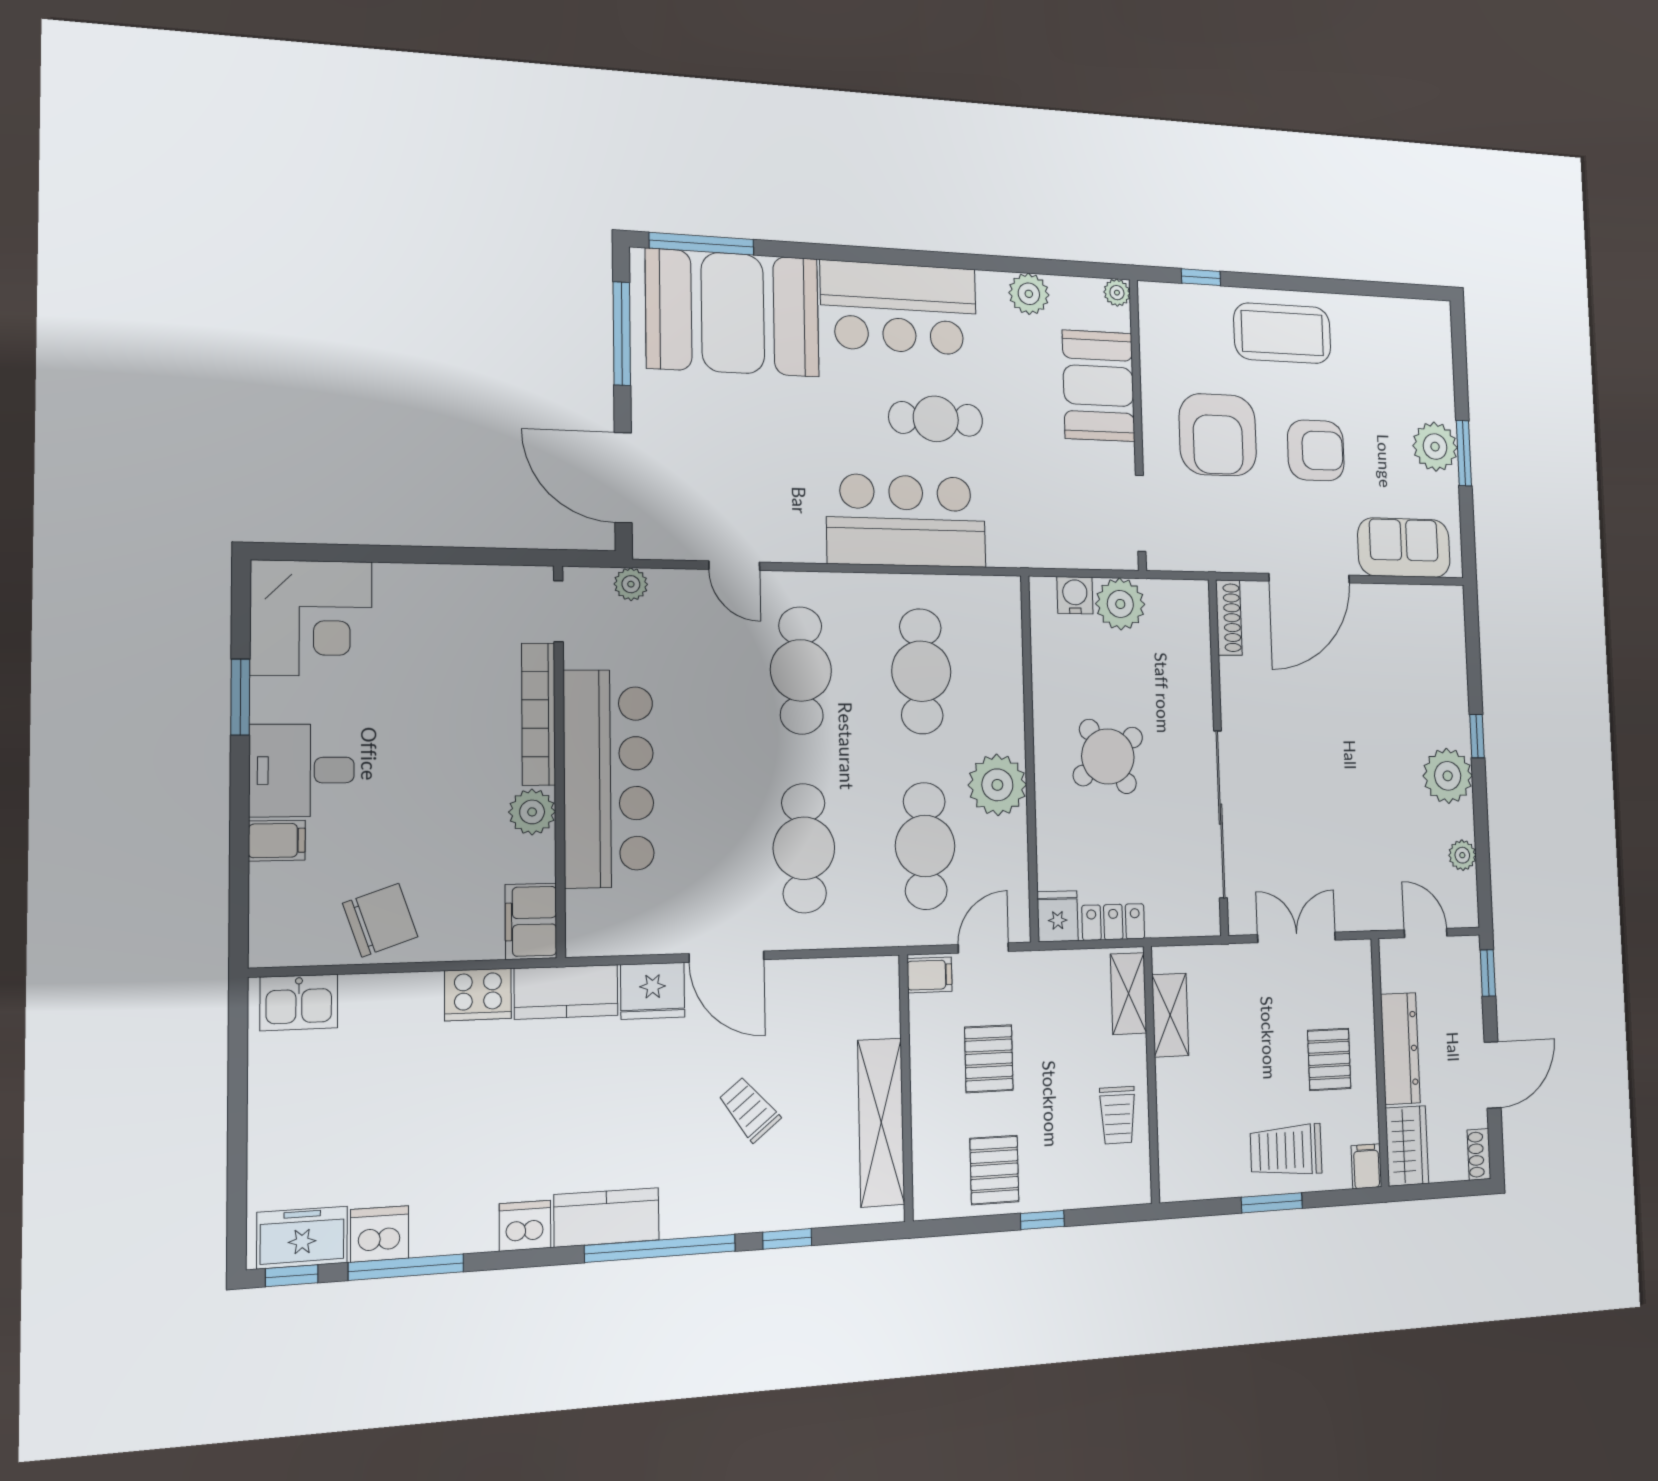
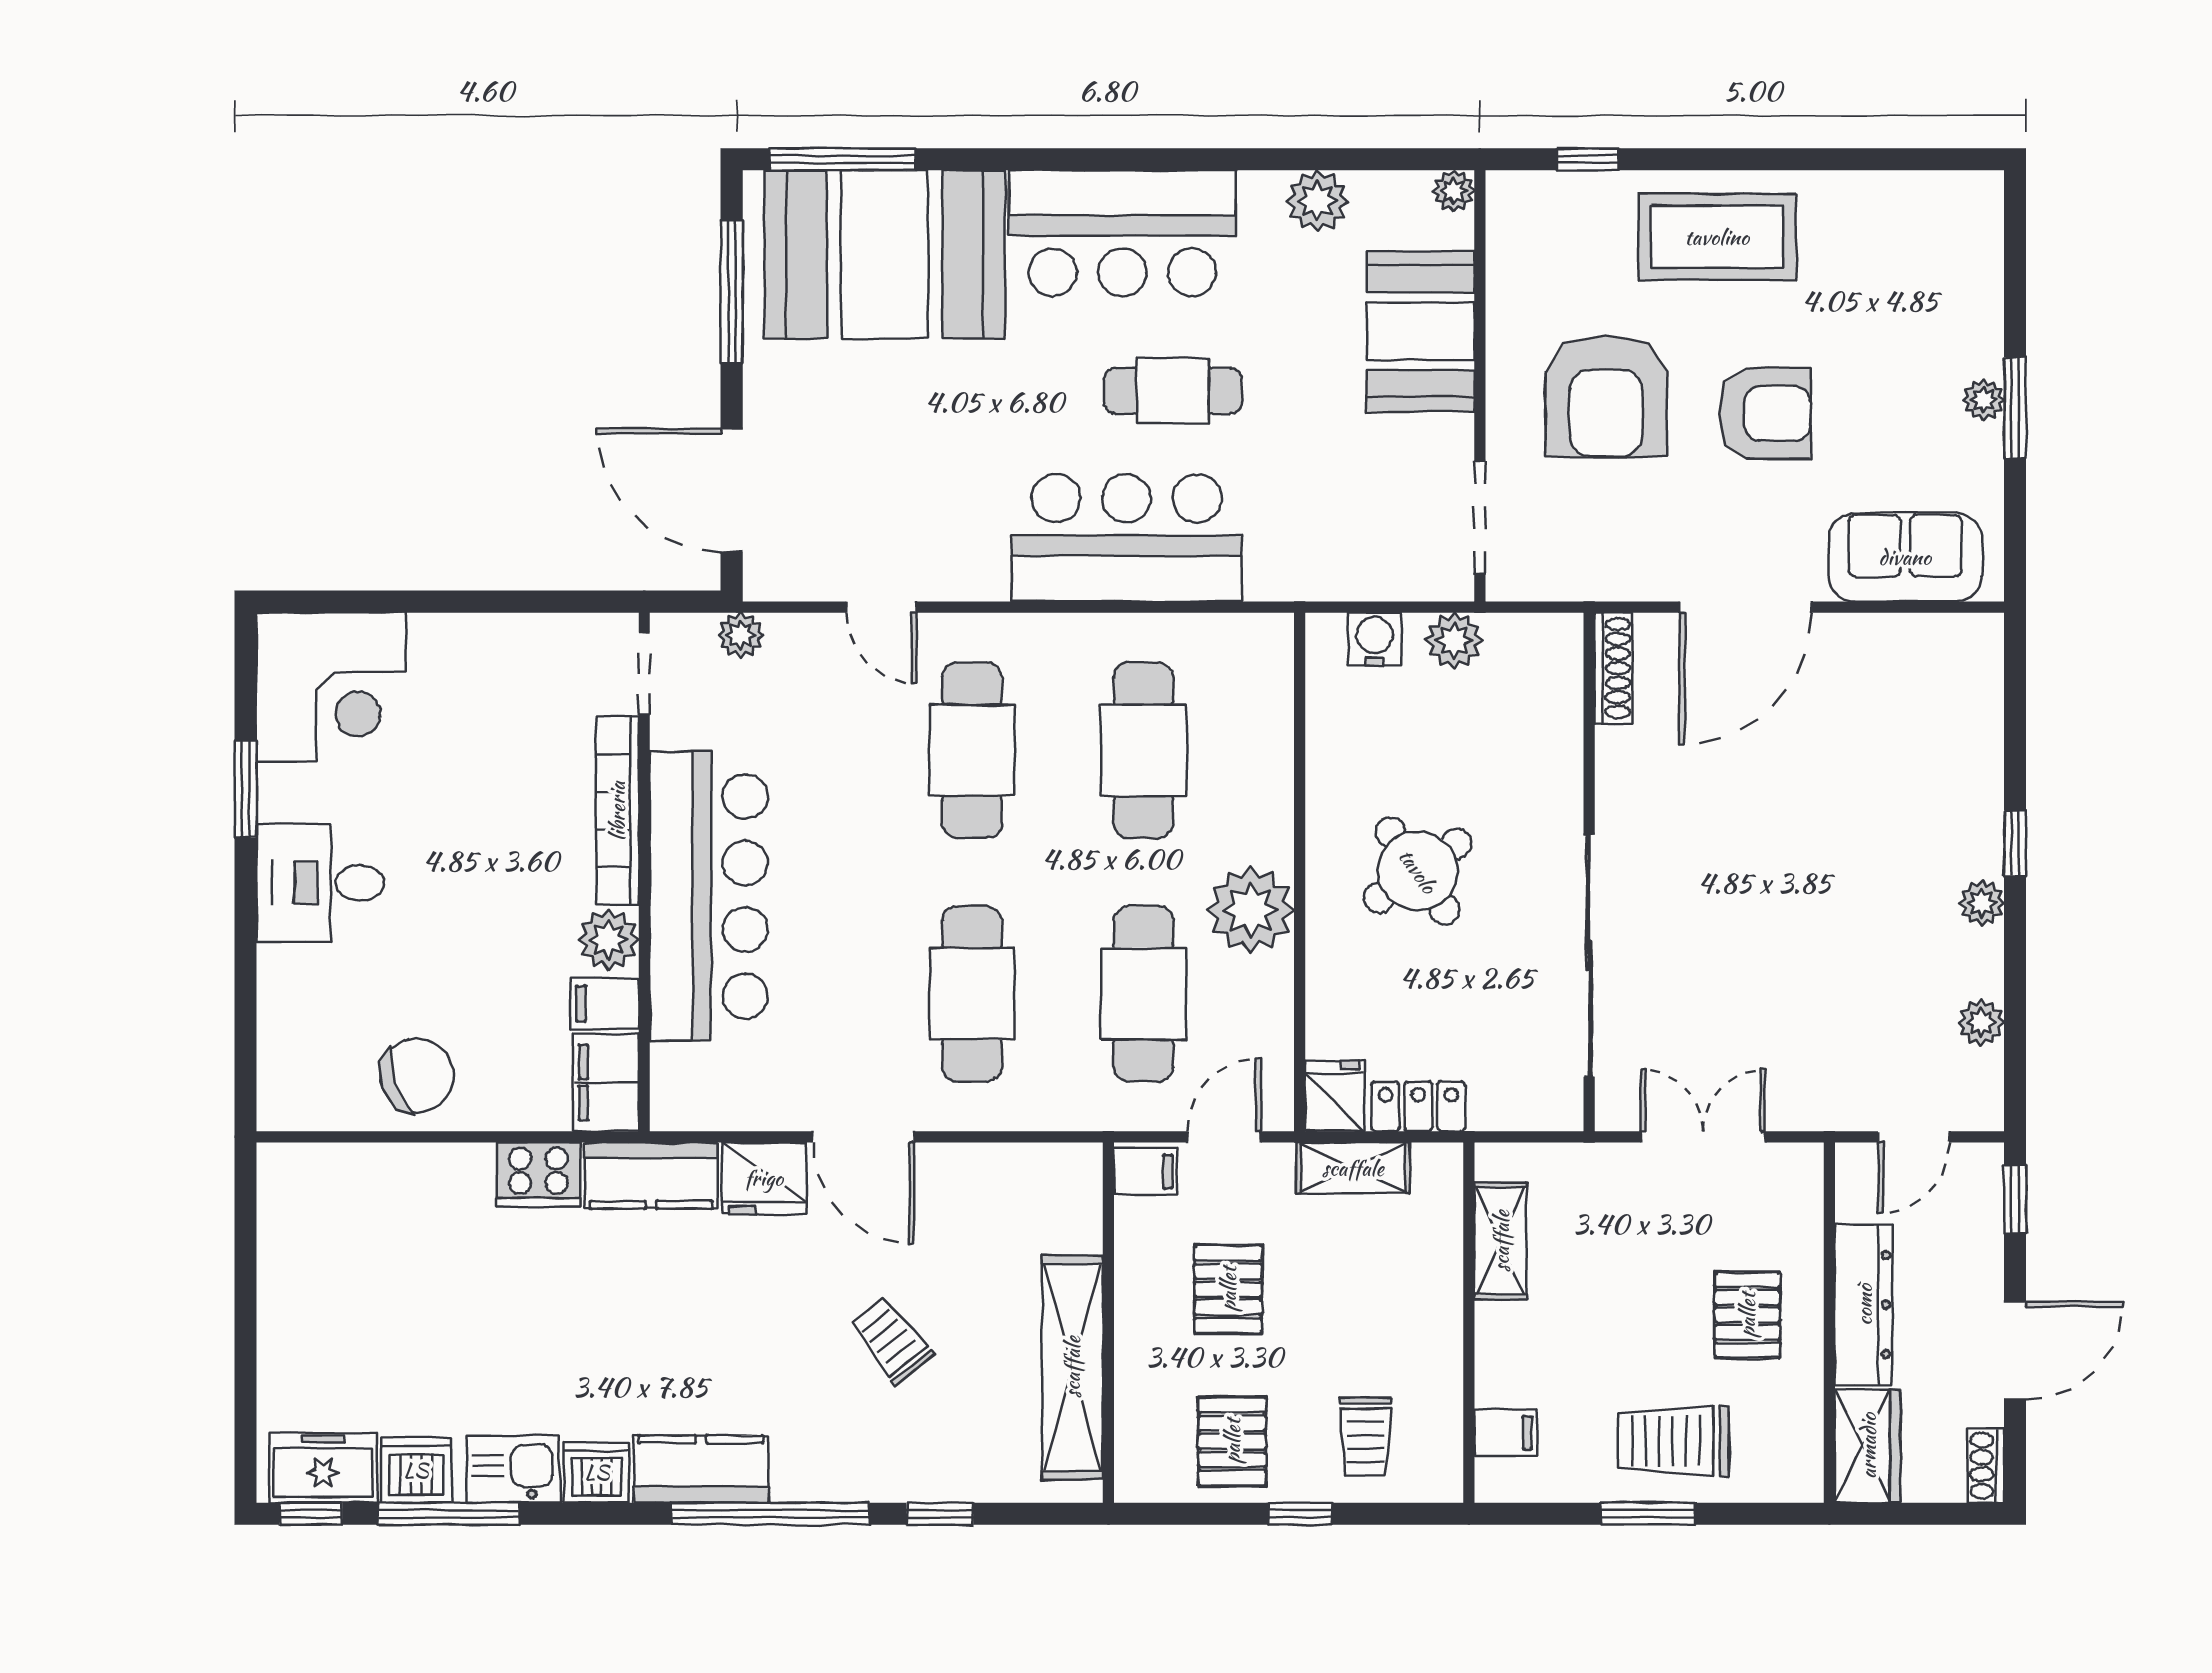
plant: (1435, 447) -> (1984, 400), width x0.53, depth x0.53
plant: (1120, 604) -> (1454, 640), width x0.73, depth x0.73
plant: (1448, 776) -> (1982, 903), width x0.53, depth x0.53
filing cabinet: (277, 841) -> (605, 1004), moved, turned 180
door: (1426, 933) -> (1914, 1137), swing flipped
shelving: (1128, 993) -> (1353, 1168), moved, turned 90
kitchen sink: (299, 1002) -> (513, 1469), moved, turned 180
trolley: (1118, 1115) -> (1365, 1436), moved
filing cabinet: (1366, 1166) -> (1505, 1433), moved, turned 90

